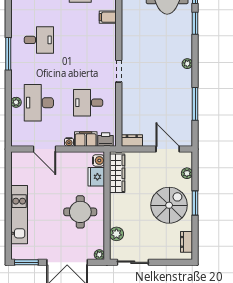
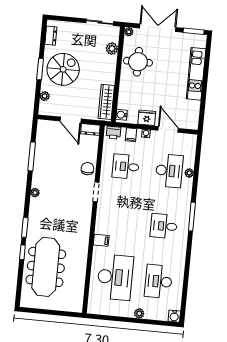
chair: (131, 96) -> (87, 169), added
desk: (88, 103) -> (126, 167), turned 180
filing cabinet: (86, 139) -> (131, 135), width x0.50
door: (168, 149) -> (71, 120), moved
fridge: (96, 177) -> (147, 118), moved, turned -90
spiral stairs: (169, 205) -> (63, 69), turned 180
round table: (80, 212) -> (138, 62), moved

